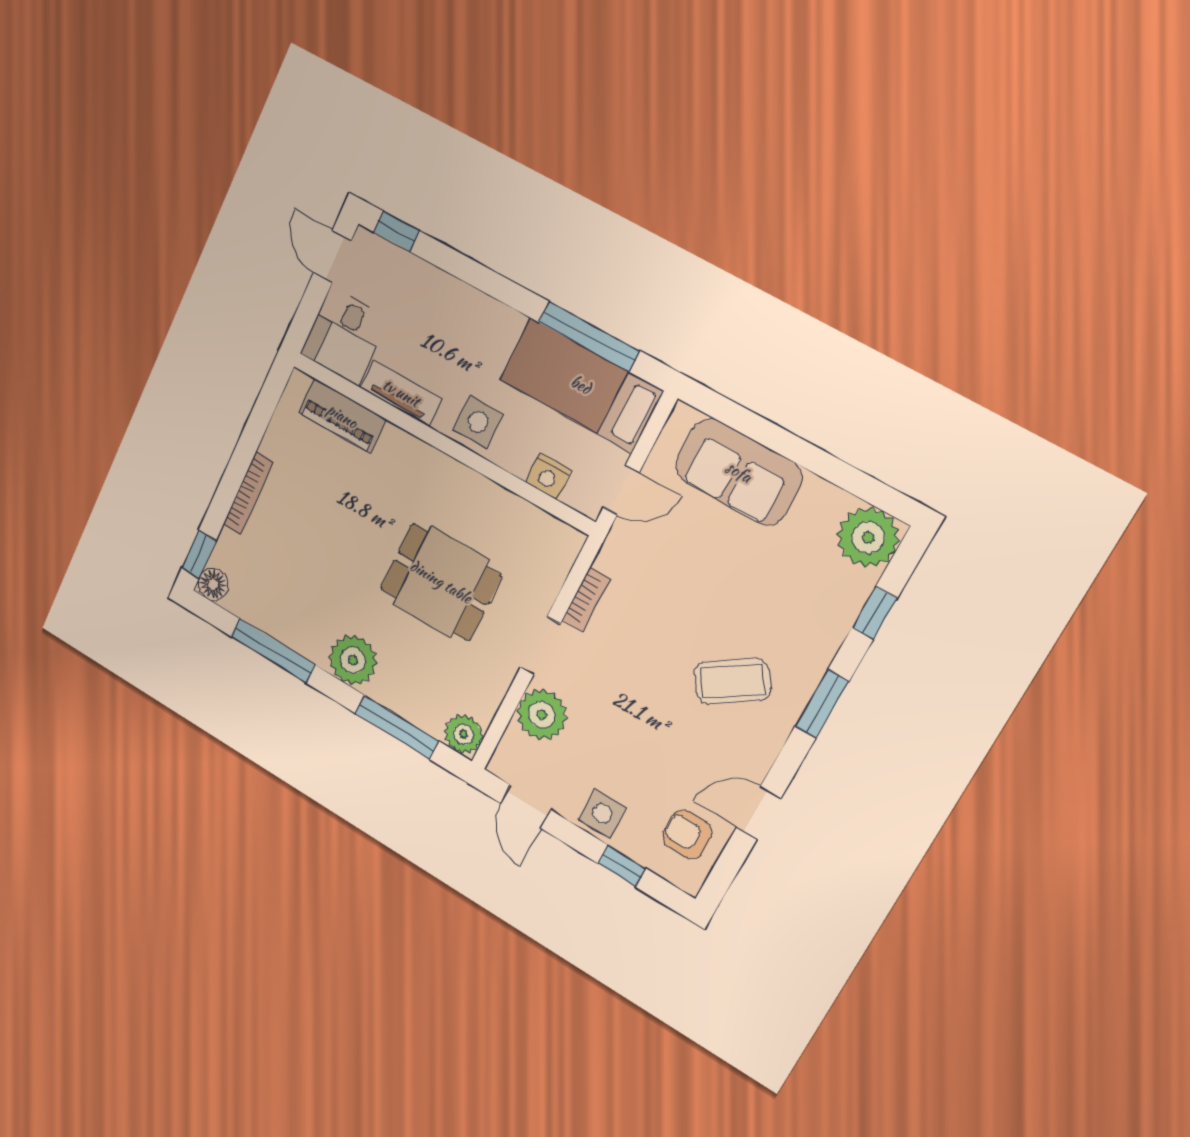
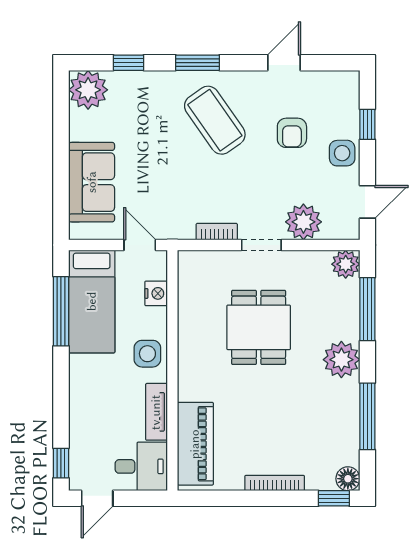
piano: (342, 416) -> (195, 444), width x1.37, depth x1.33
coffee table: (732, 681) -> (215, 120), width x1.36, depth x1.32
door: (759, 813) -> (284, 63), swing flipped
armchair: (687, 834) -> (292, 133), moved

